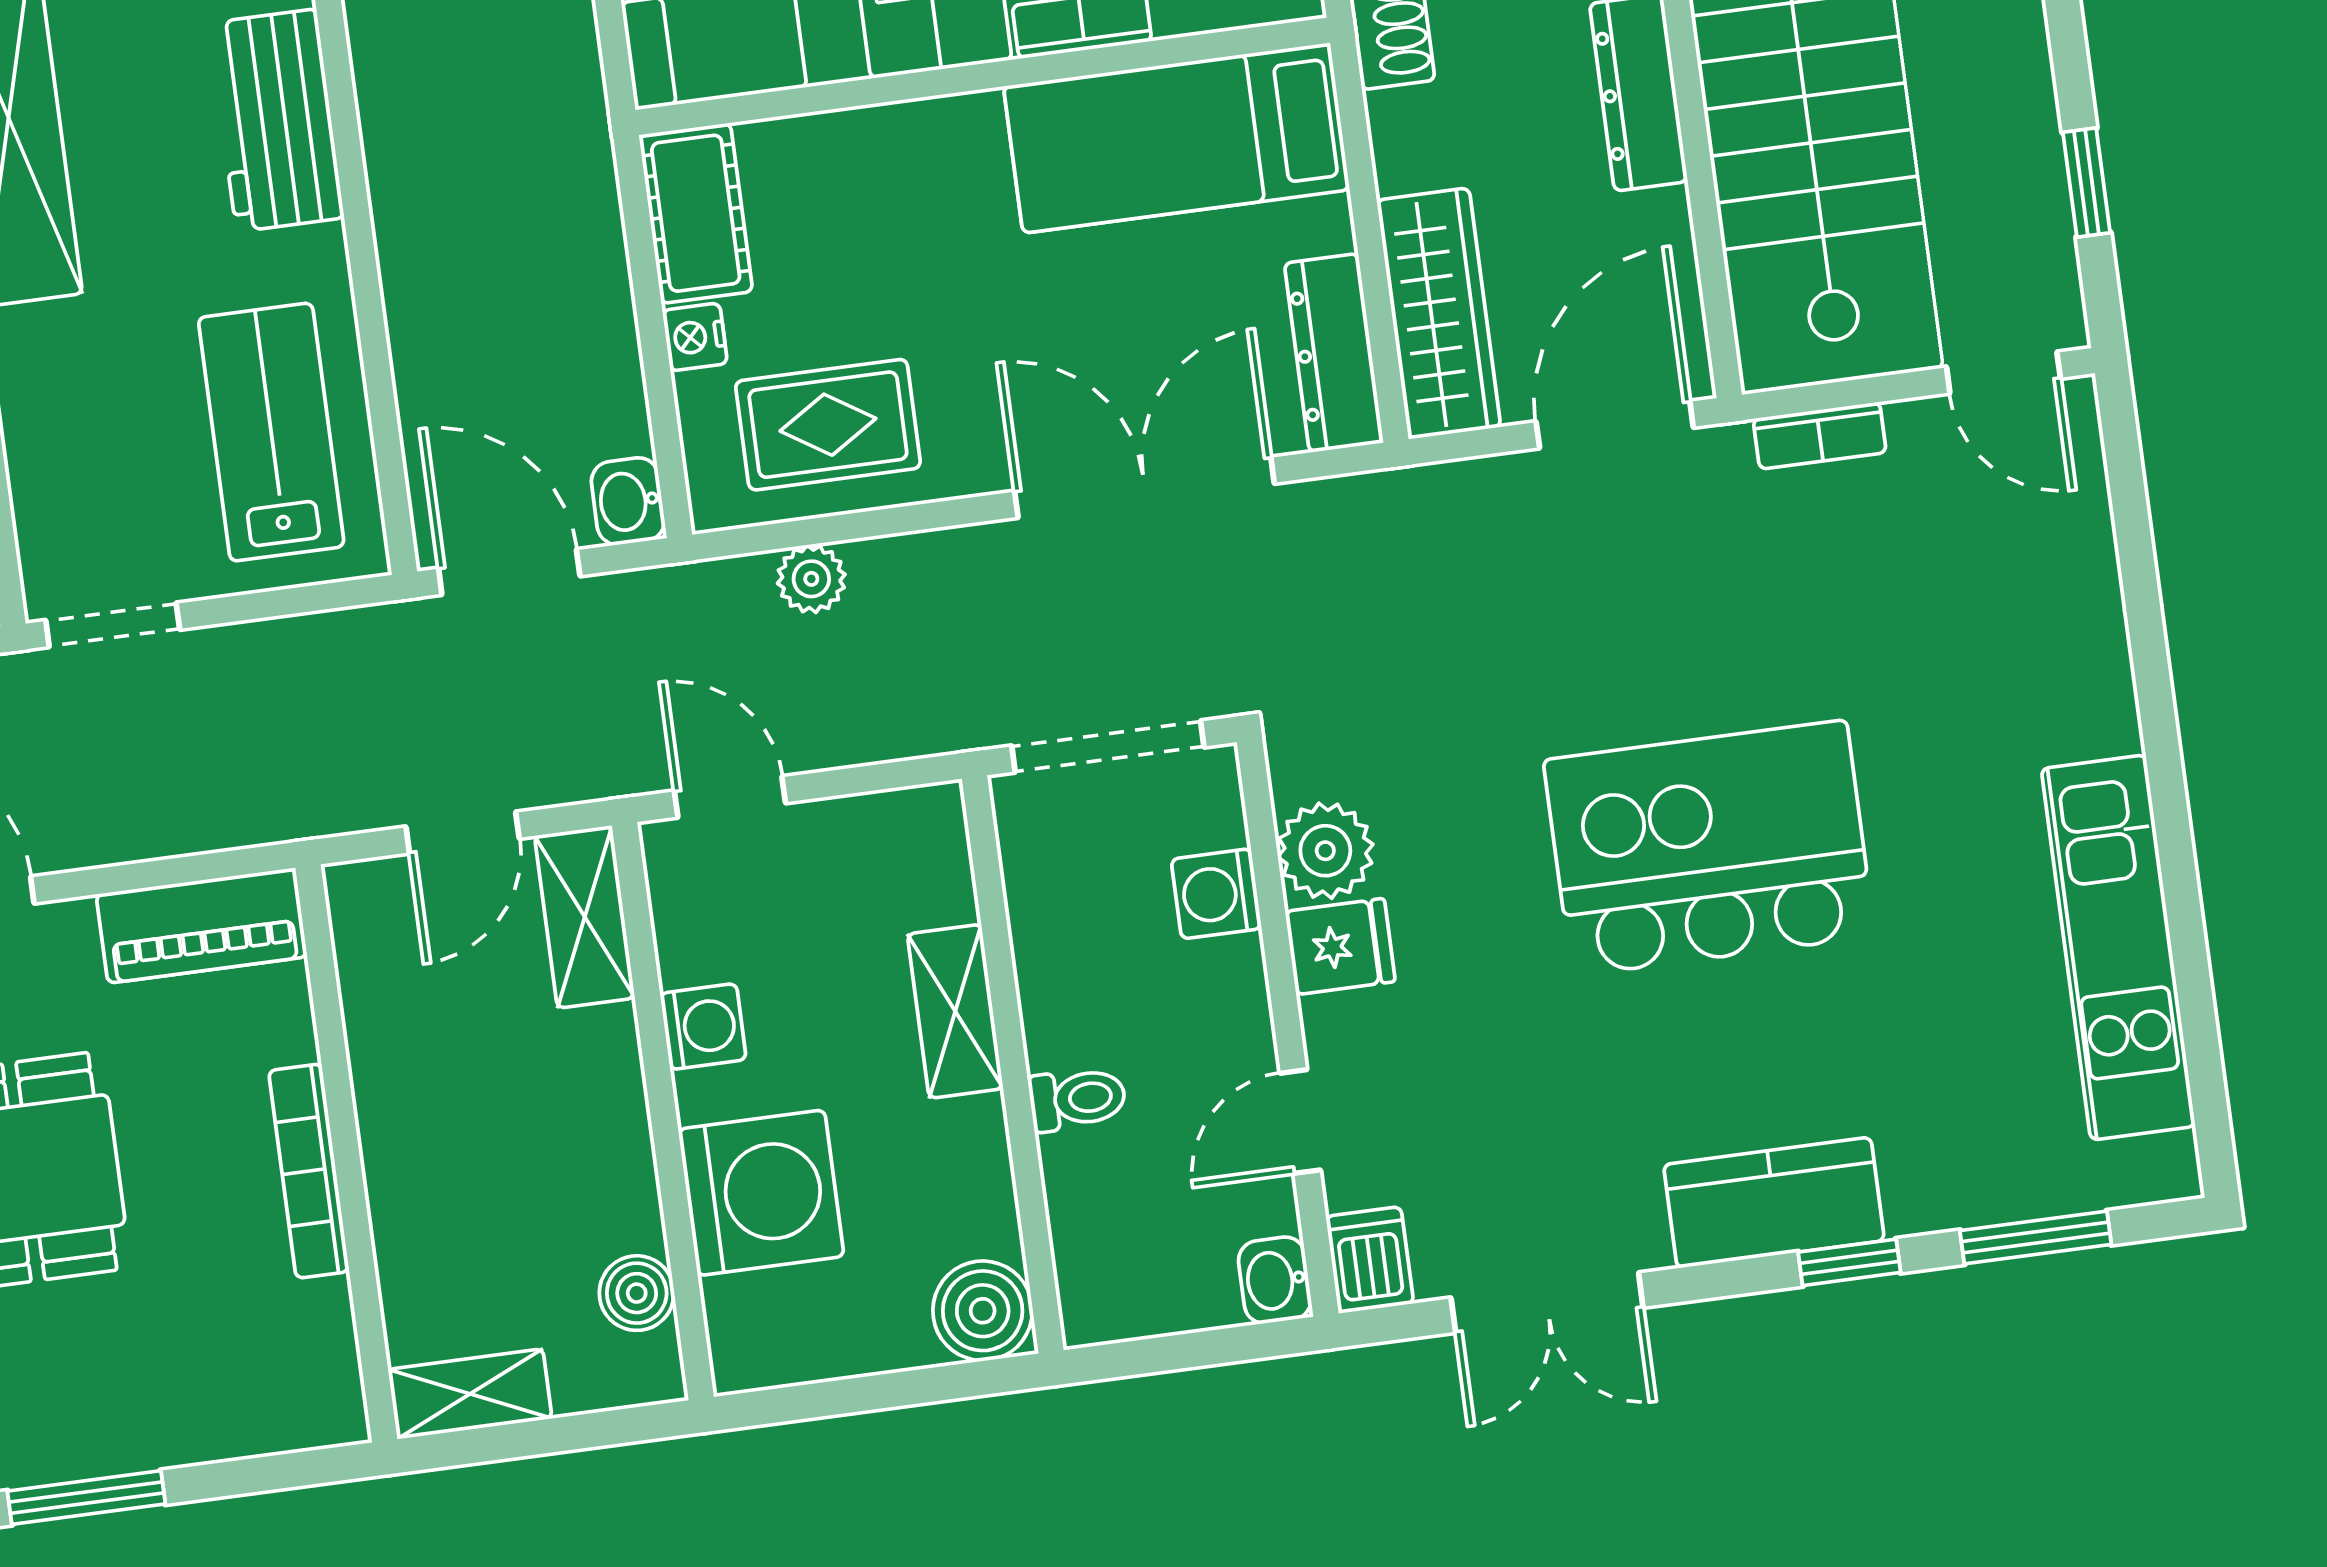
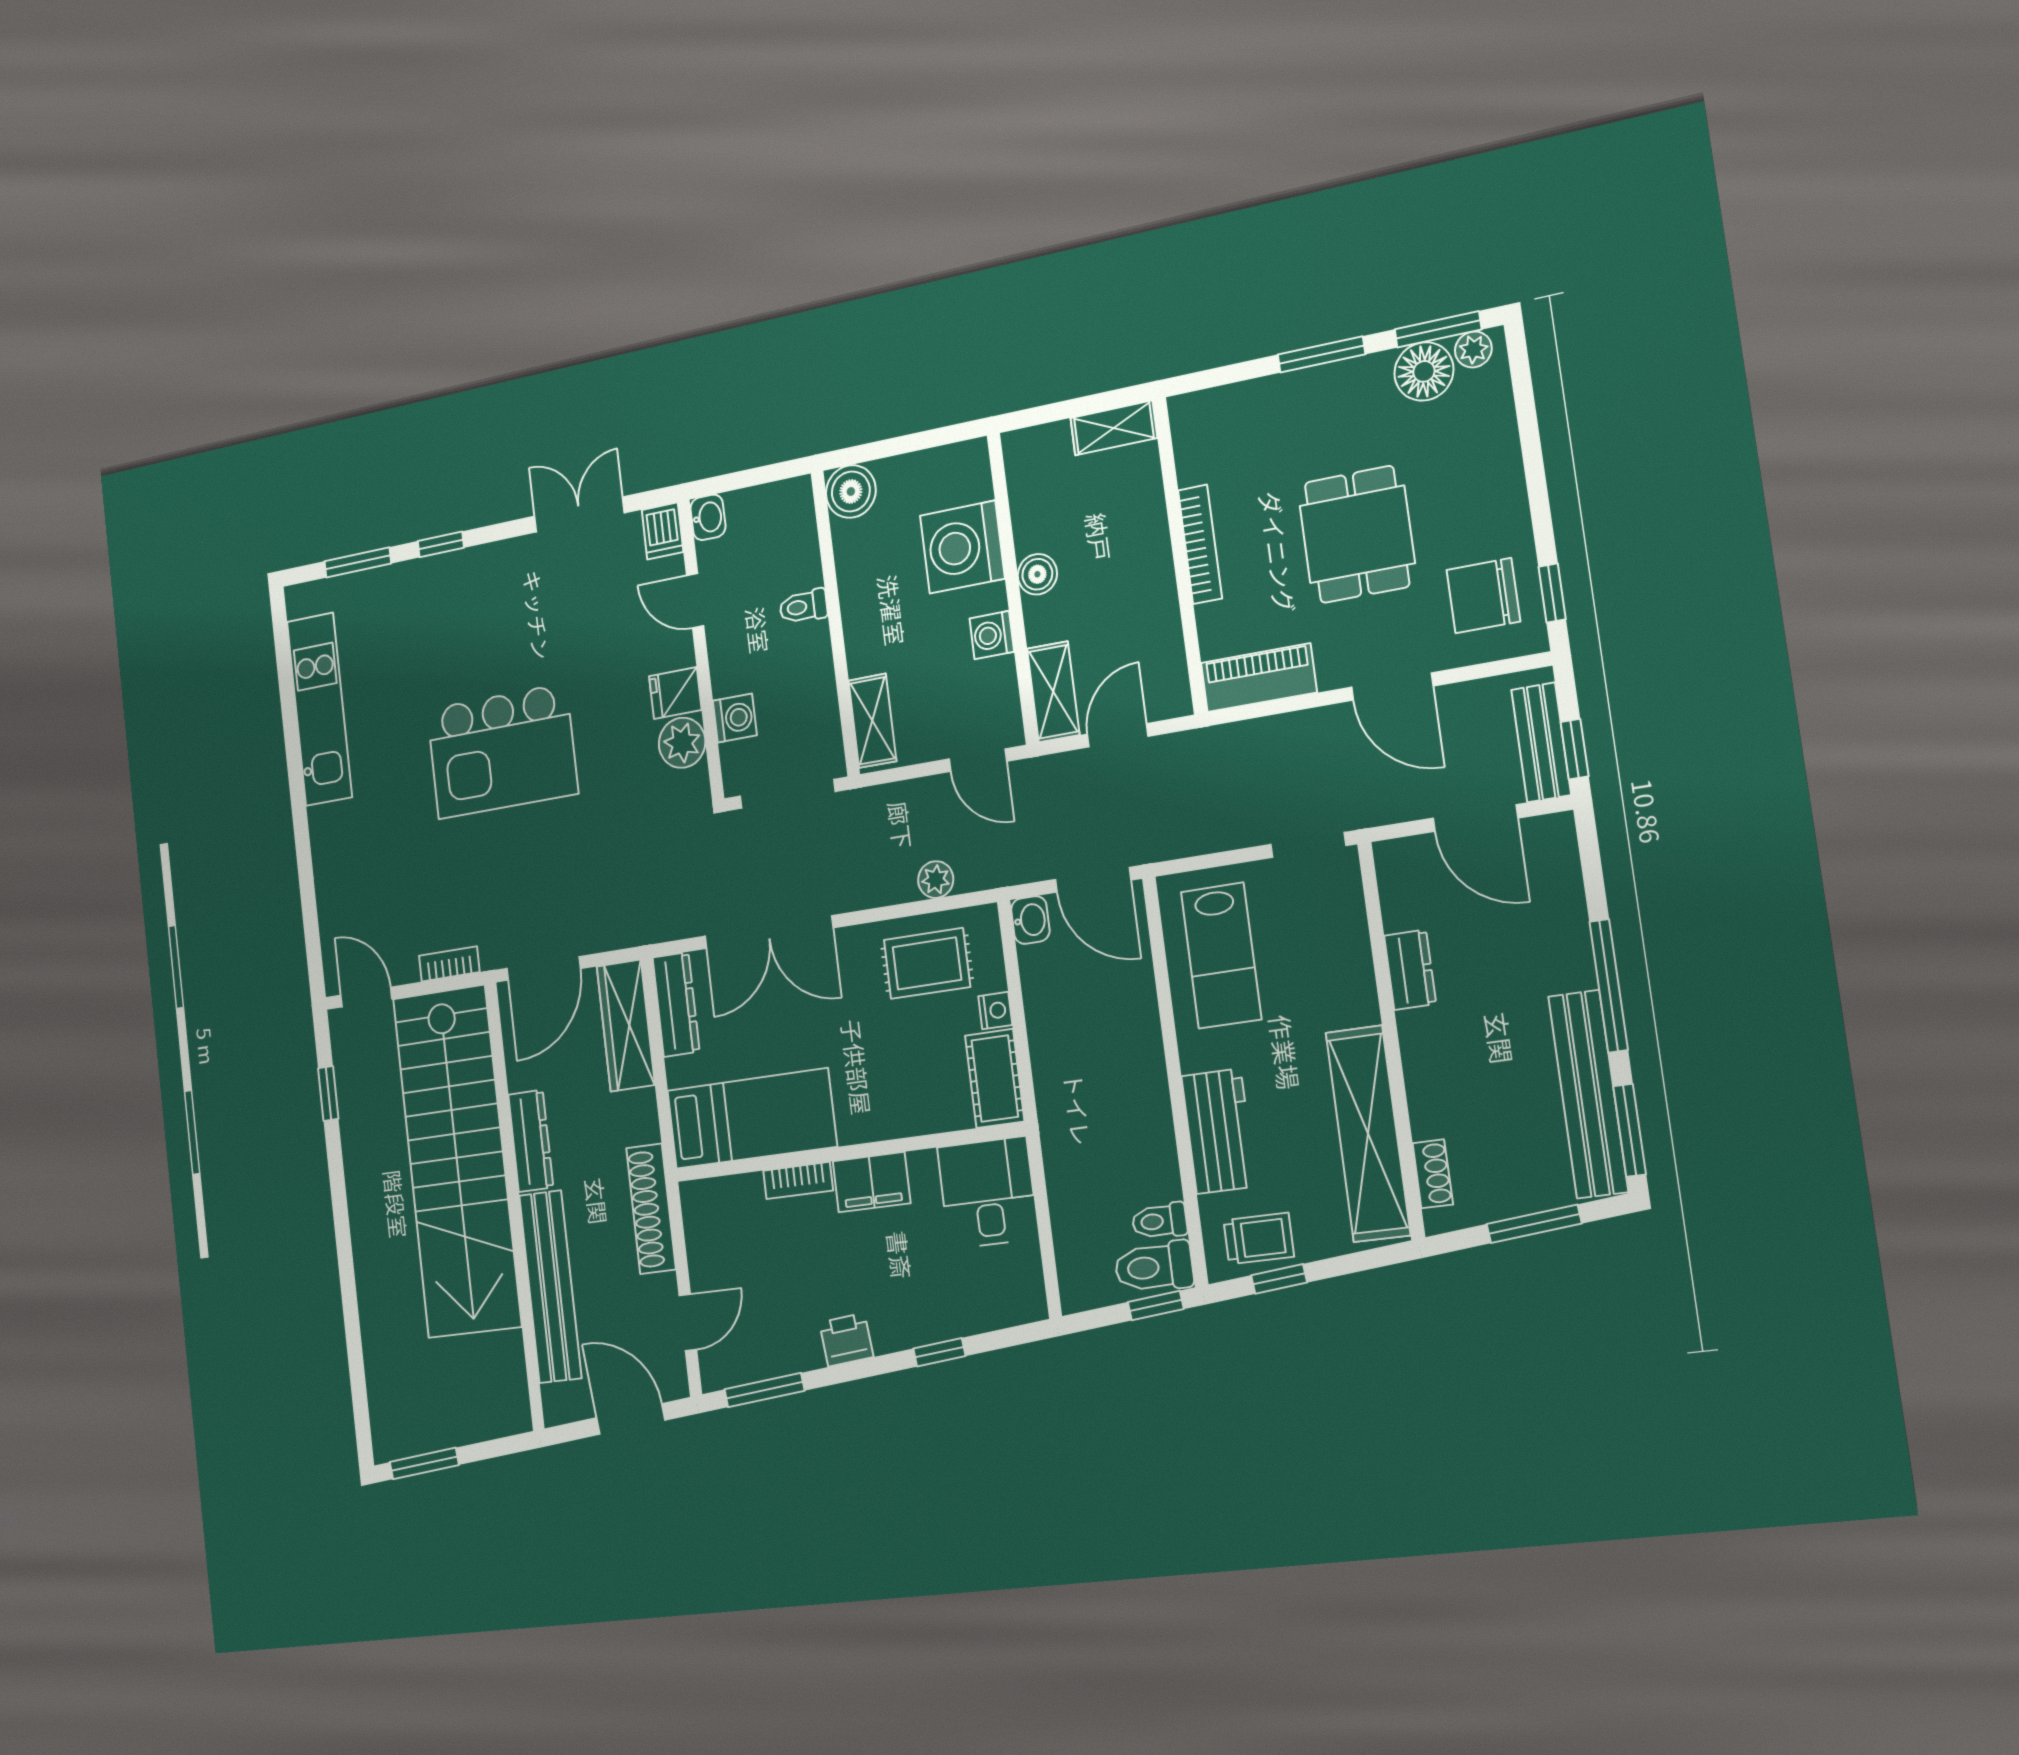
shelving: (955, 1011) -> (872, 721), moved
door: (1300, 1122) -> (695, 601), swing flipped
kitchen counter: (1774, 1203) -> (475, 572), removed
boiler: (637, 1293) -> (1037, 574), moved

